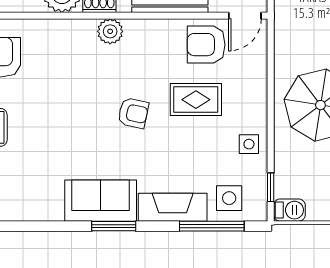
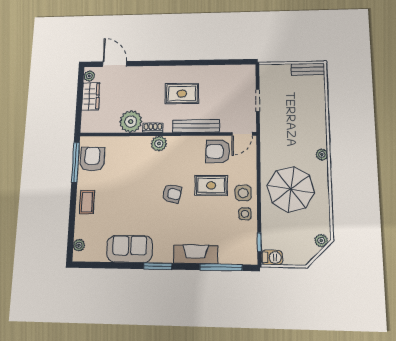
side table: (229, 198) -> (243, 193), moved
sofa: (101, 201) -> (130, 249), moved

